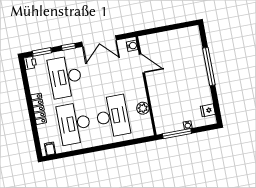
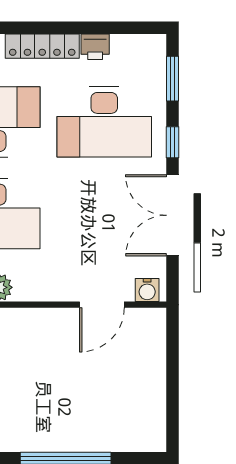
printer: (30, 63) -> (95, 47), moved
desk: (65, 77) -> (104, 122), turned 180

